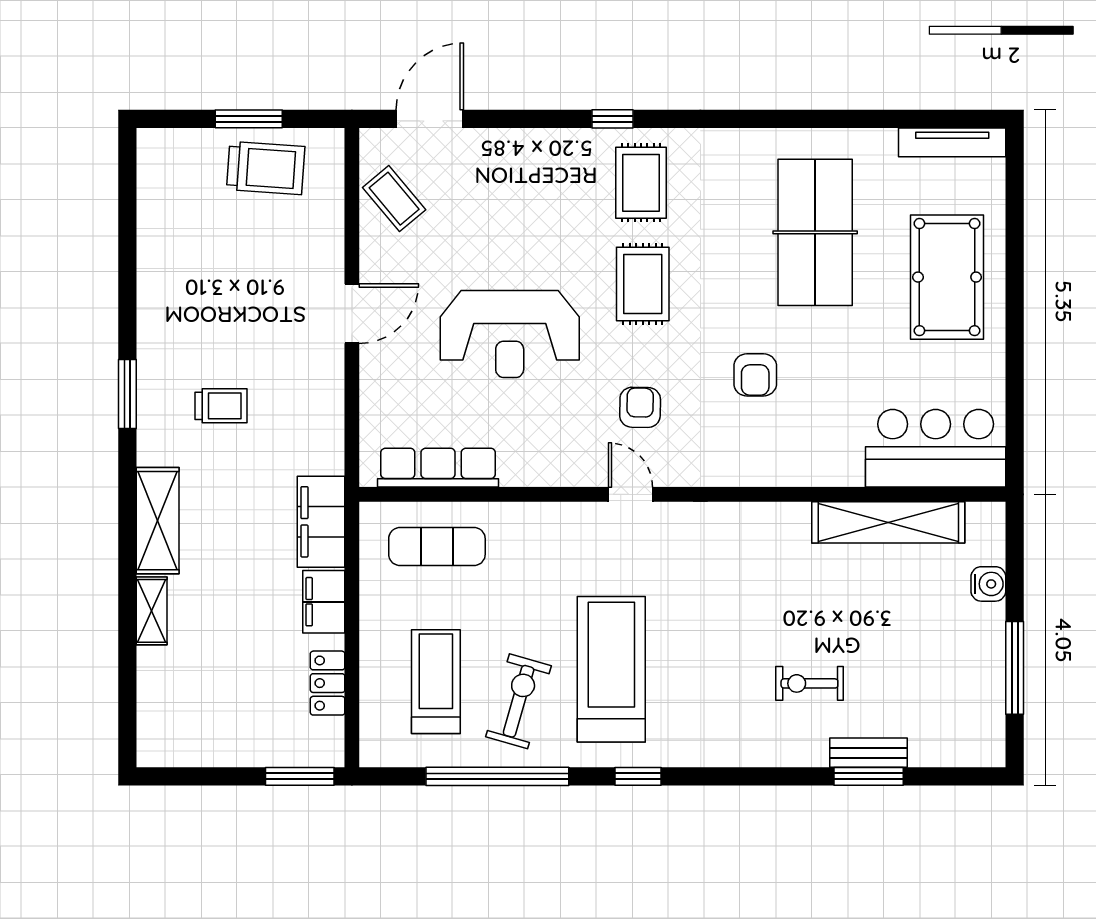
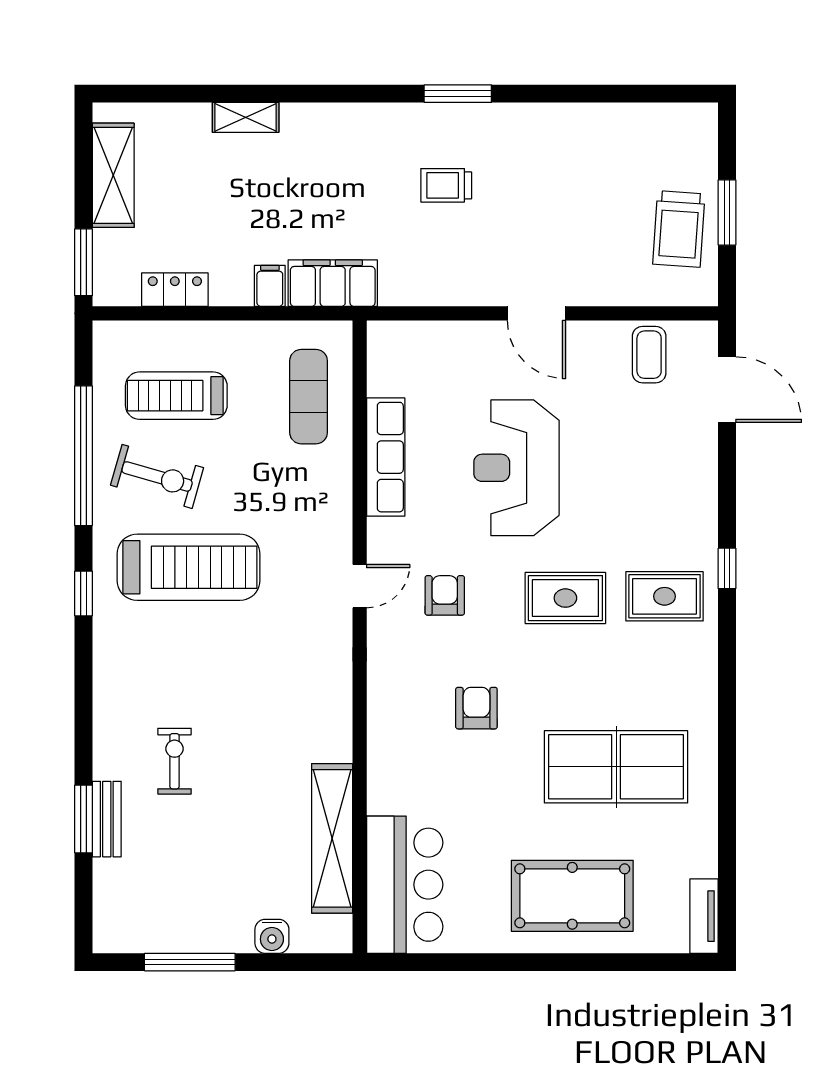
tv unit: (952, 142) -> (704, 916), width x0.71
coffee table: (394, 199) -> (649, 355), turned -50
armchair: (755, 375) -> (476, 708), turned 90
trolley: (221, 406) -> (446, 185), turned 90
armchair: (640, 407) -> (445, 595), turned -91
row of seats: (438, 468) -> (386, 457), moved
shelving: (158, 521) -> (113, 175), moved, turned 90
filing cabinet: (324, 602) -> (270, 286), width x0.50
treadmill: (436, 682) -> (176, 396), turned 180

